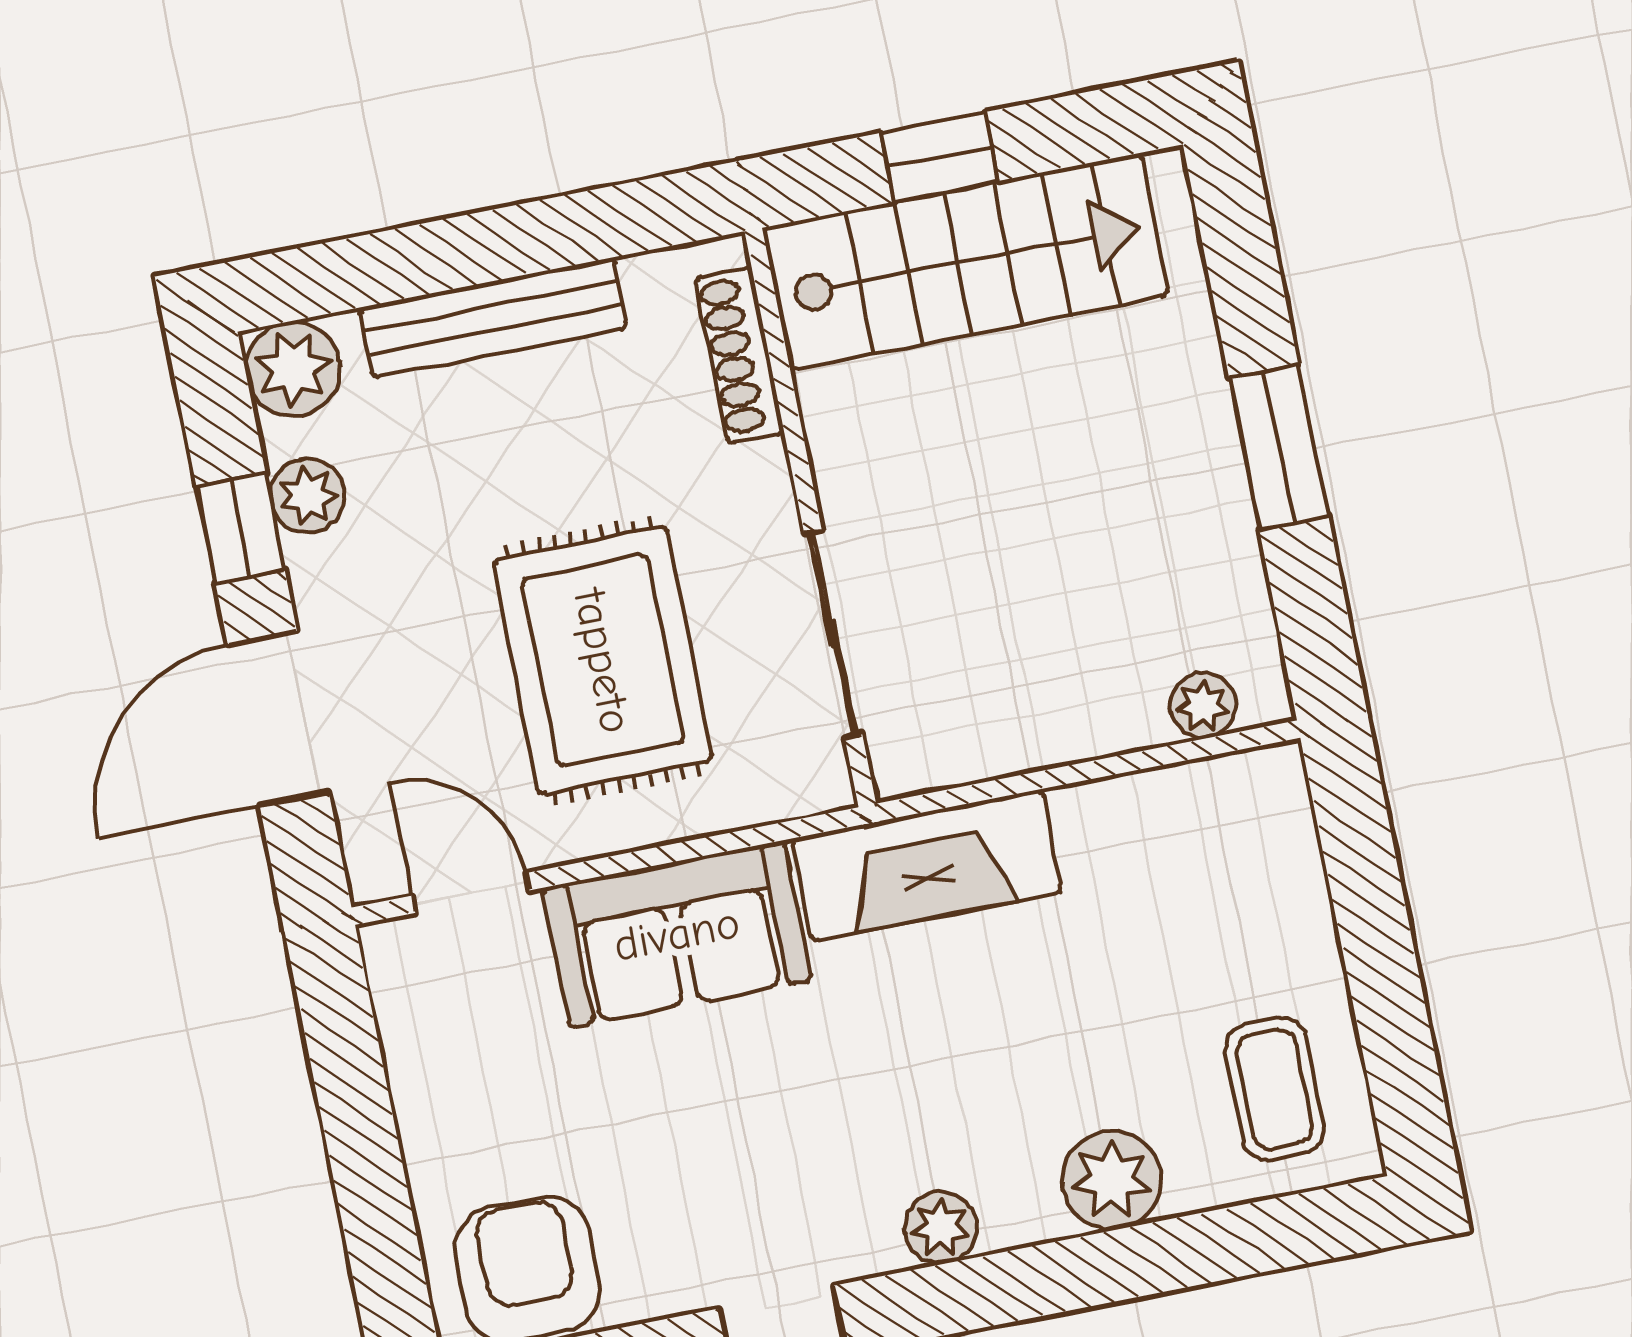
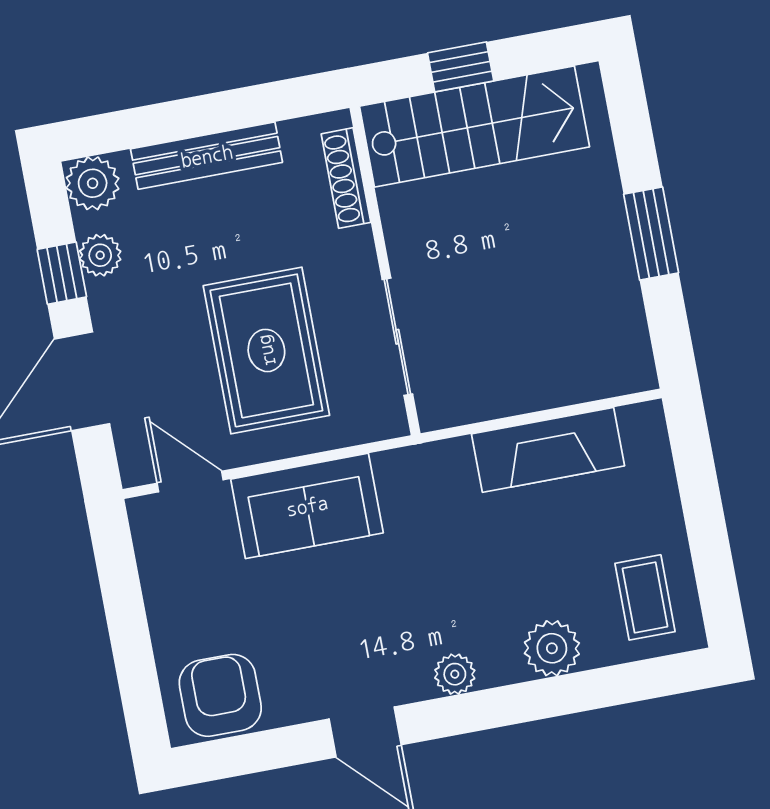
plant: (1203, 706) -> (607, 380), removed
fireplace: (927, 865) -> (548, 450), moved

